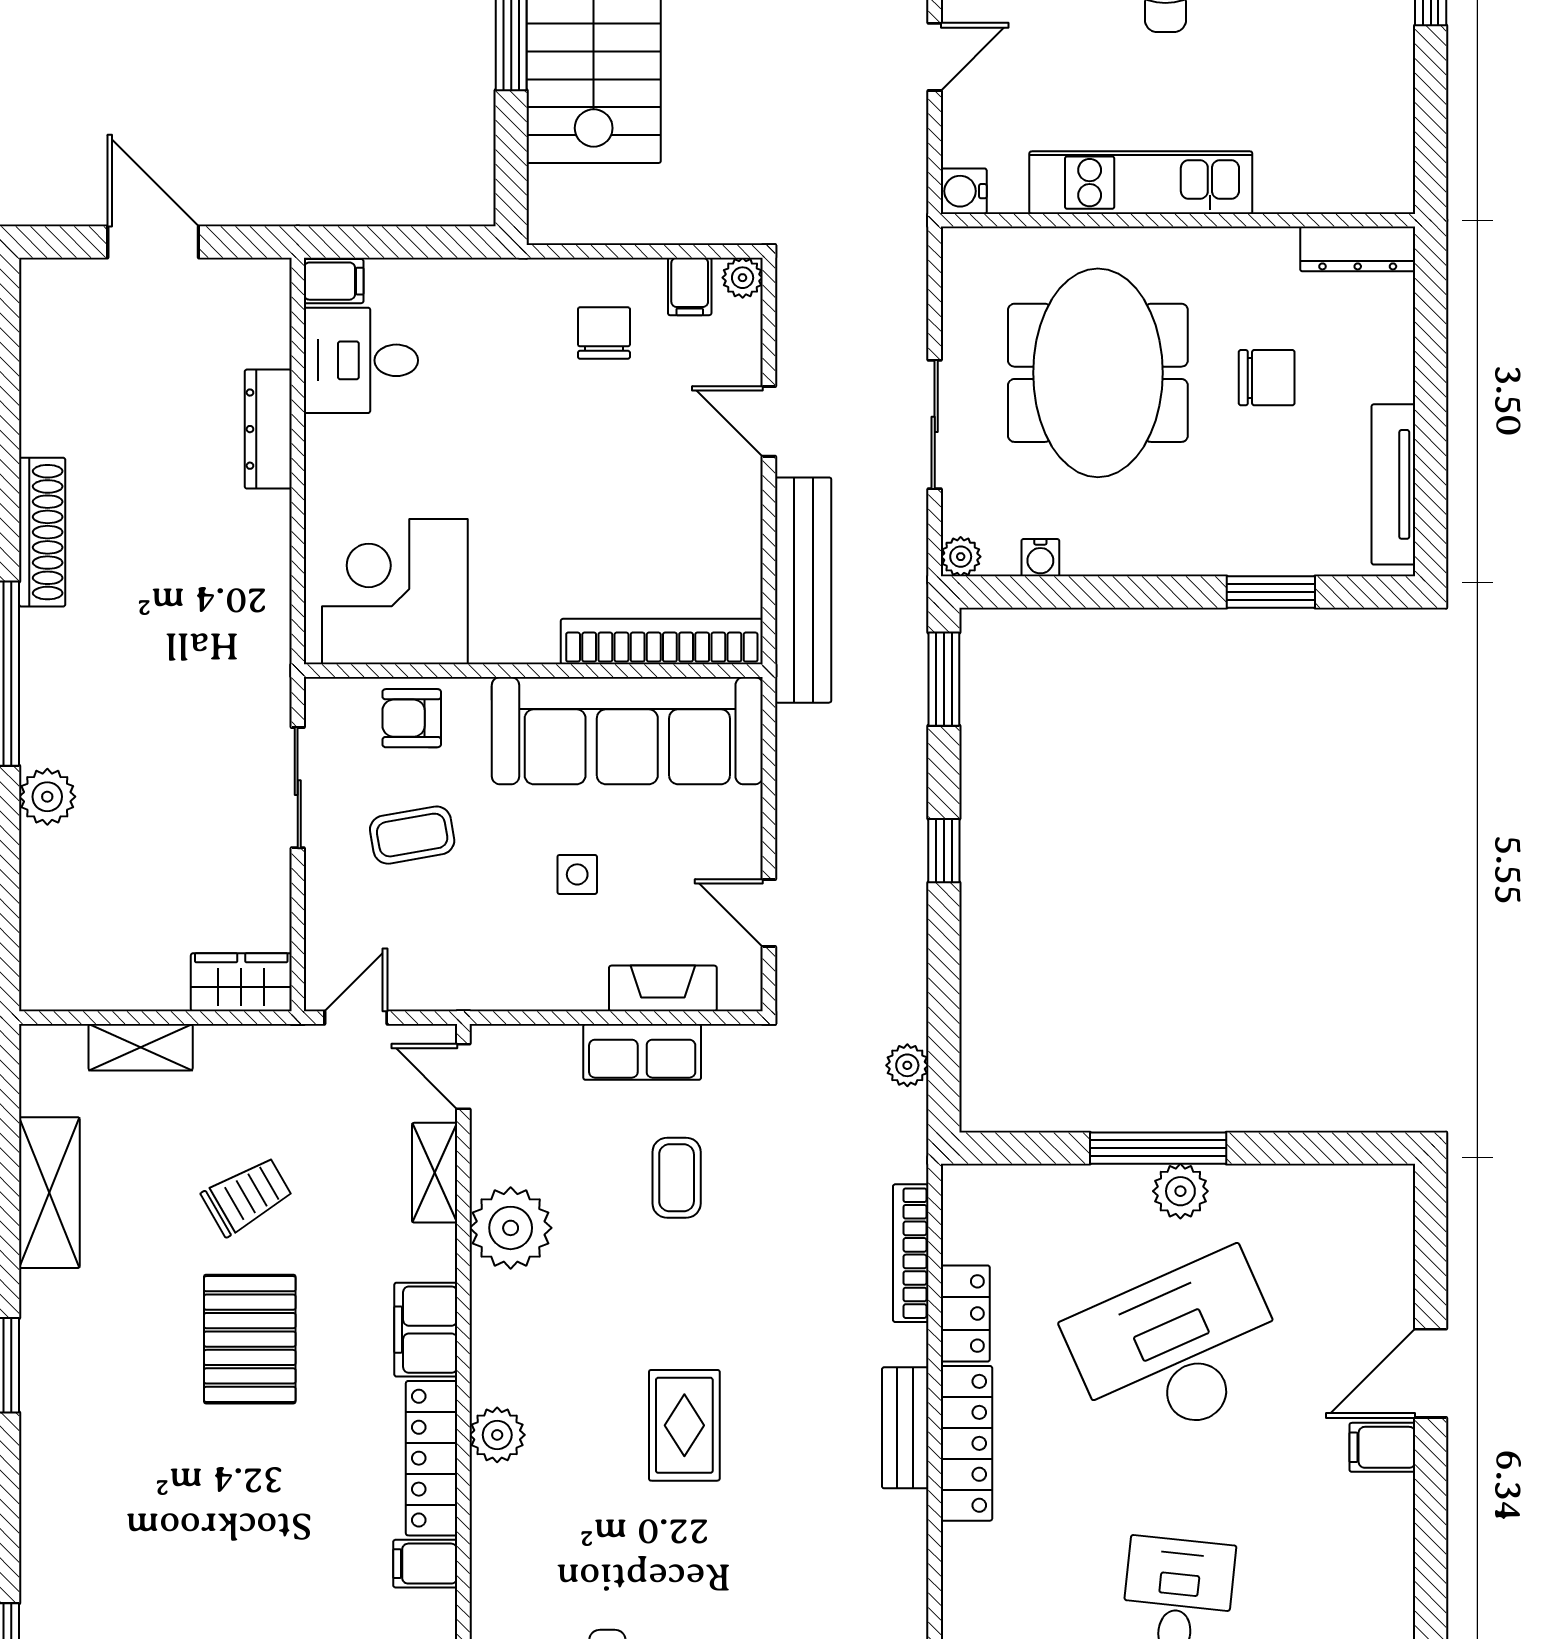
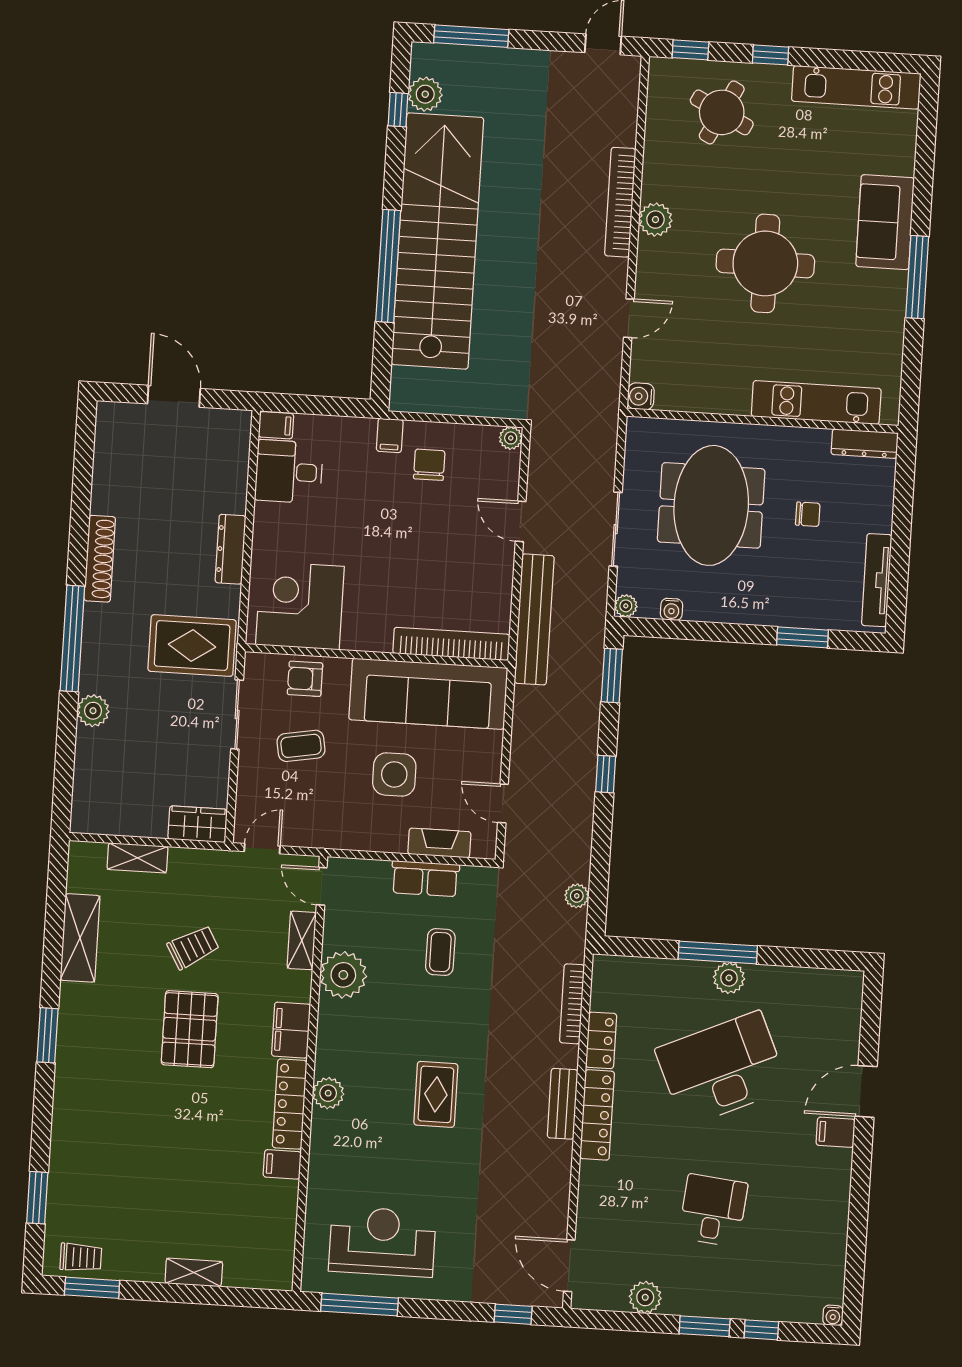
kitchen unit: (1141, 183) -> (816, 402), moved
filing cabinet: (690, 286) -> (390, 435), moved
chair: (1267, 378) -> (808, 514), width x0.73, depth x0.73
dresser: (268, 429) -> (230, 549), moved
rug: (212, 673) -> (192, 646), added
side table: (577, 874) -> (394, 774), width x1.87, depth x1.87

